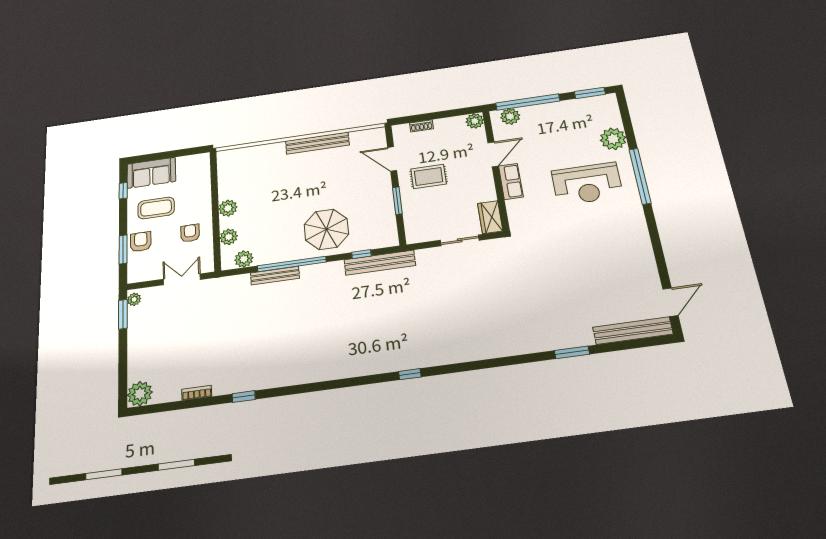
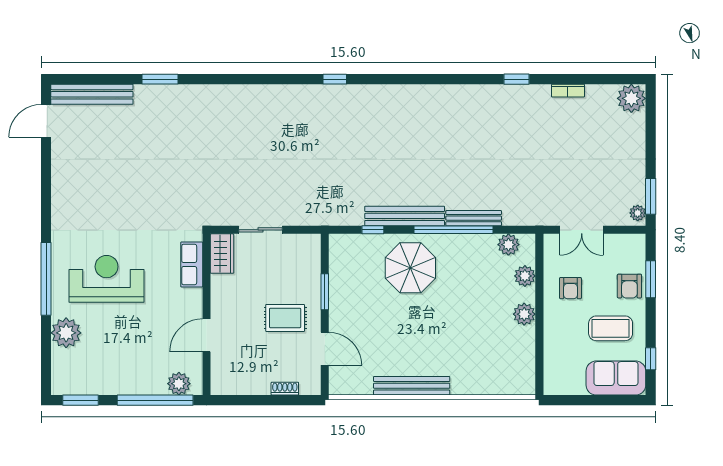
plant: (475, 121) -> (221, 385), removed
row of seats: (511, 181) -> (192, 264), moved
bench: (380, 263) -> (405, 216), moved

